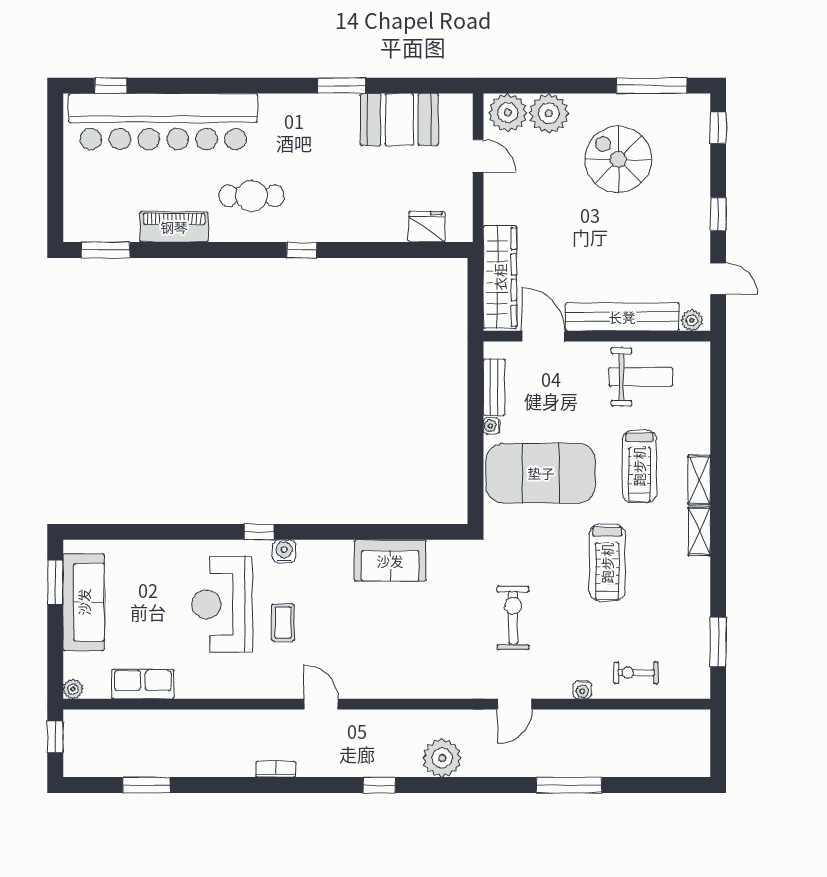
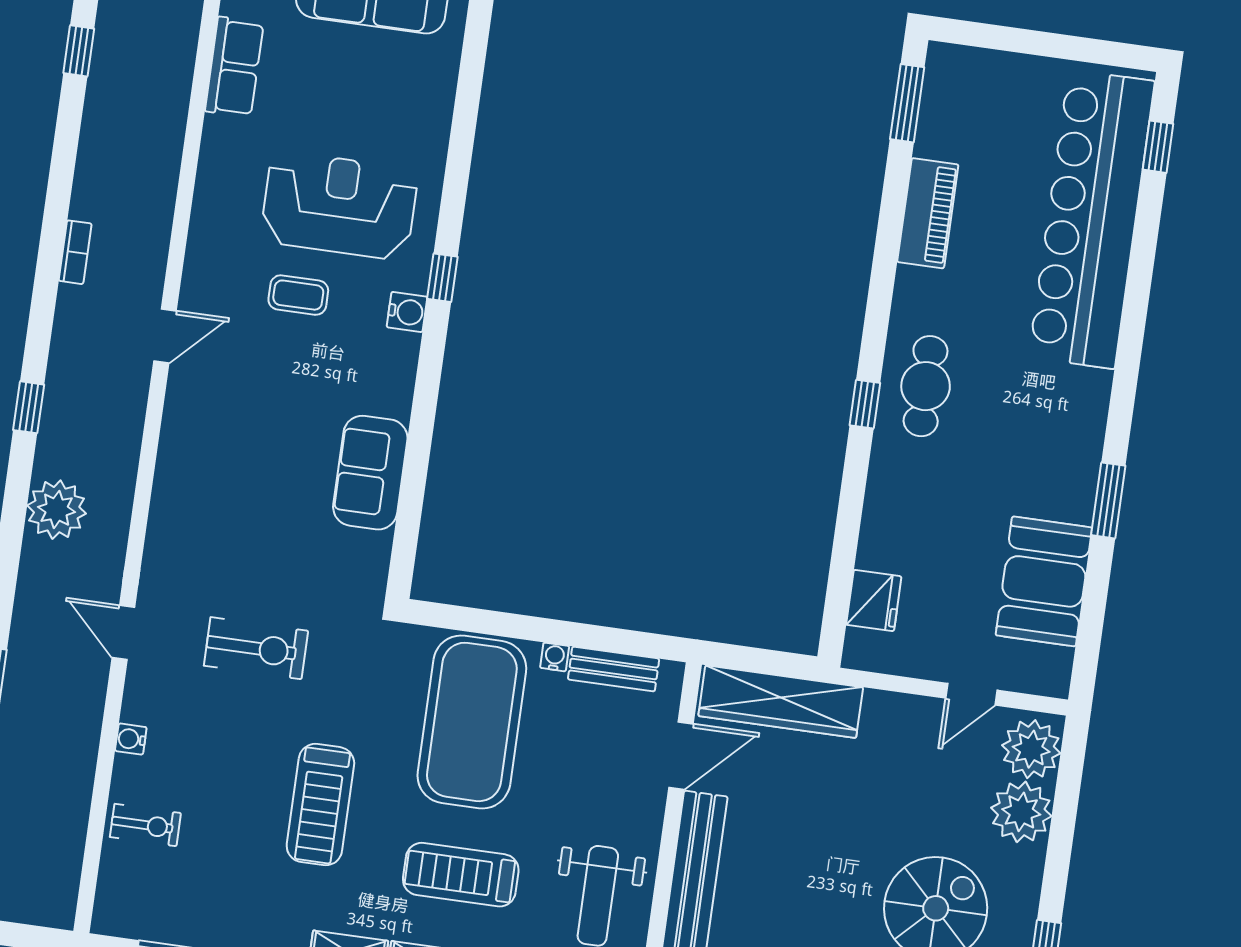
cafe table: (252, 196) -> (926, 386), moved
treadmill: (607, 563) -> (320, 805), turned -90
exercise bike: (636, 673) -> (145, 825), turned 90
window: (146, 785) -> (79, 51), width x0.67

